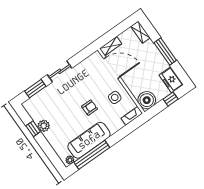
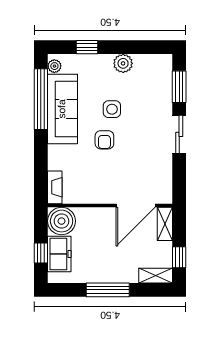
window: (123, 27) -> (179, 257), added
freezer: (171, 80) -> (59, 254), moved, turned 90
side table: (115, 97) -> (112, 109), moved
window: (33, 129) -> (87, 47), moved

